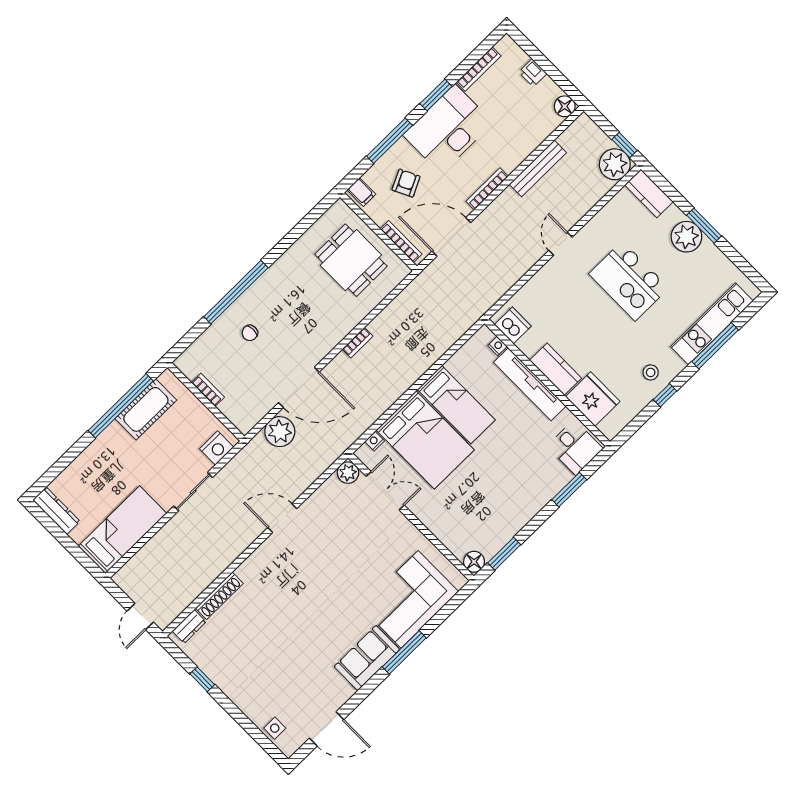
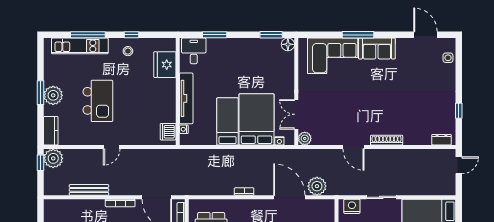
floor lamp: (565, 106) -> (50, 206), removed
kitchen counter: (556, 369) -> (168, 94), removed
shoe rack: (219, 596) -> (387, 140), moved

